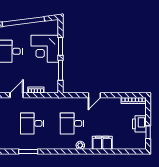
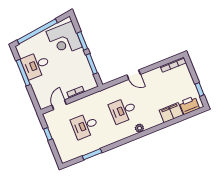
corner desk: (45, 49) -> (64, 39), moved
door: (94, 95) -> (134, 75), hinge flipped
printer: (139, 124) -> (189, 105), moved, turned 90
filing cabinet: (102, 143) -> (171, 113), moved

